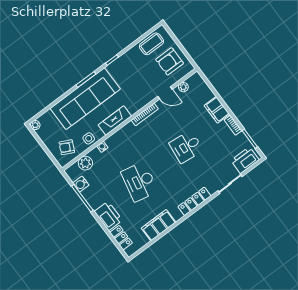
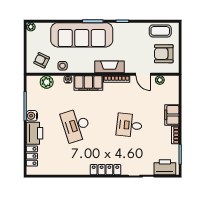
fireplace: (115, 120) -> (110, 67), moved
desk: (139, 182) -> (76, 125), turned -30
water cooler: (81, 184) -> (32, 116), moved
filing cabinet: (159, 225) -> (88, 83), moved, turned 180

